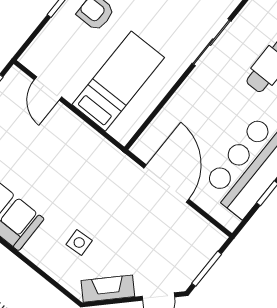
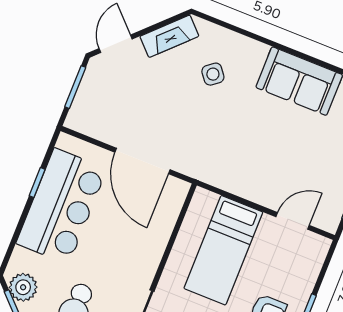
door: (48, 88) -> (293, 221), hinge flipped
side table: (79, 243) -> (213, 74), turned -35

